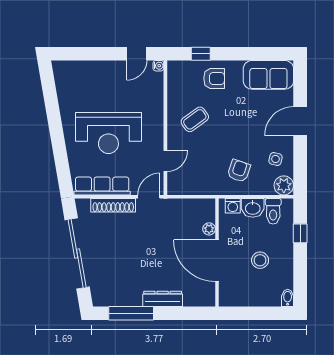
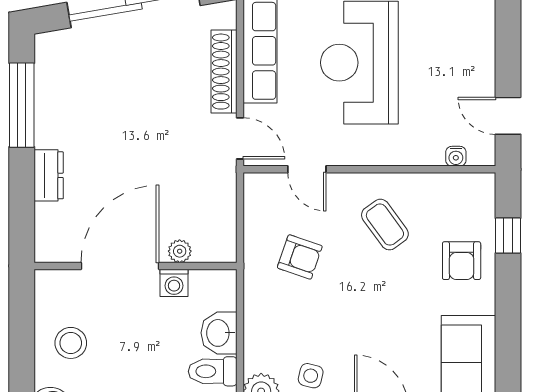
water cooler: (158, 66) -> (456, 156), moved
armchair: (239, 171) -> (300, 257), moved
washing machine: (233, 206) -> (174, 283), moved, turned -90
stool: (260, 260) -> (71, 343), moved
dresser: (163, 299) -> (49, 175), width x0.70

